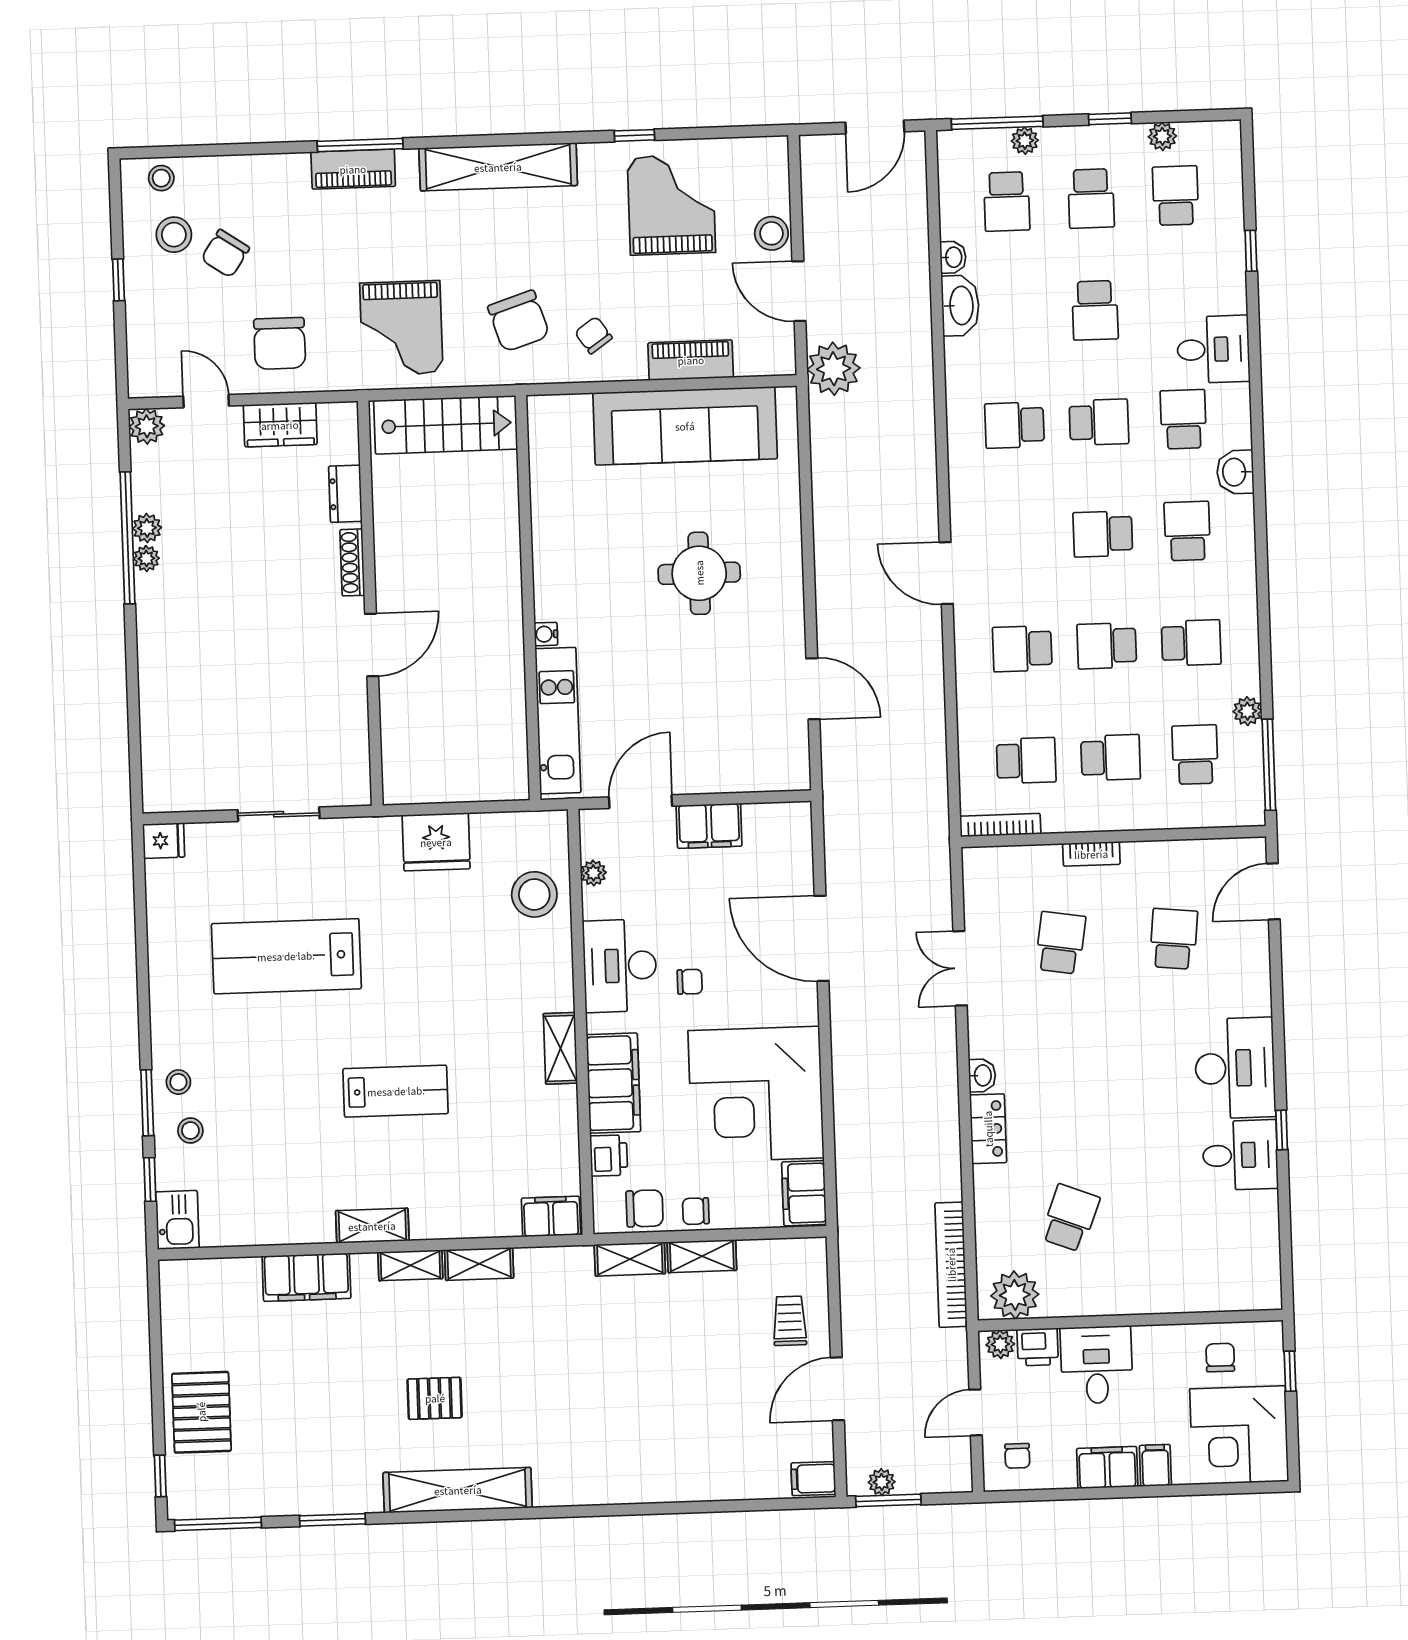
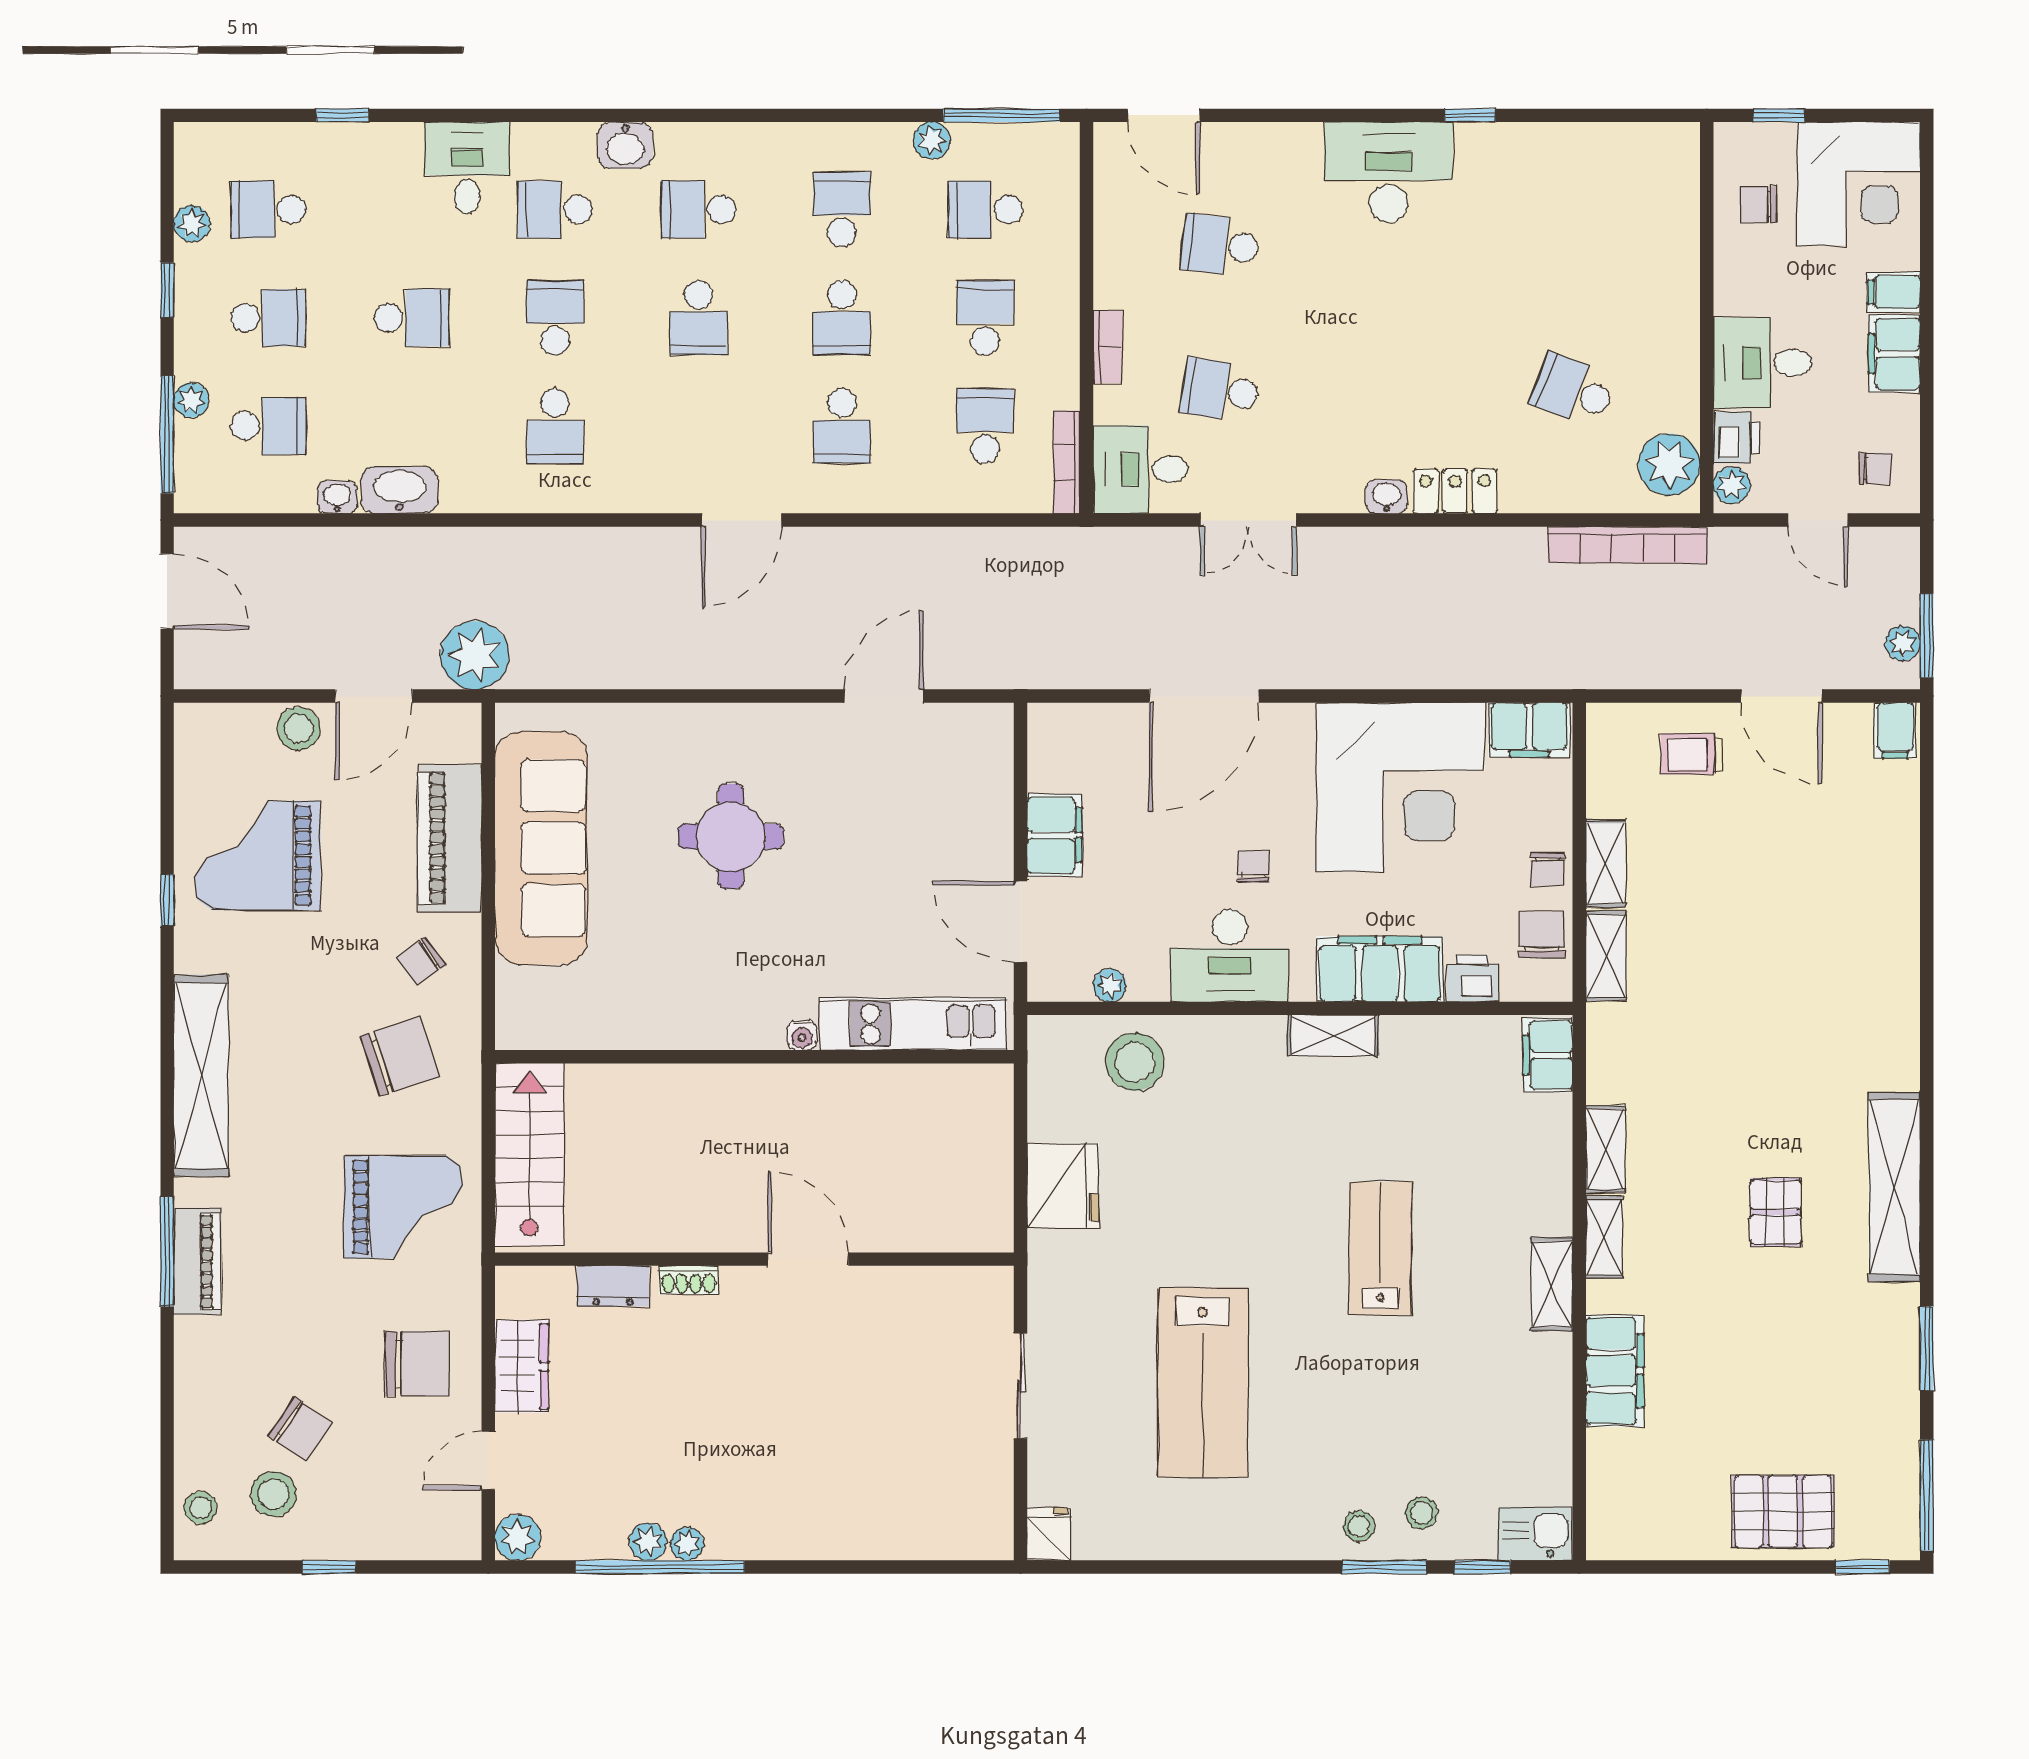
piano: (691, 360) -> (450, 838), width x1.37, depth x1.33
shoe rack: (352, 562) -> (689, 1280), width x0.70
desk: (1240, 1155) -> (1141, 469), moved, turned -90

